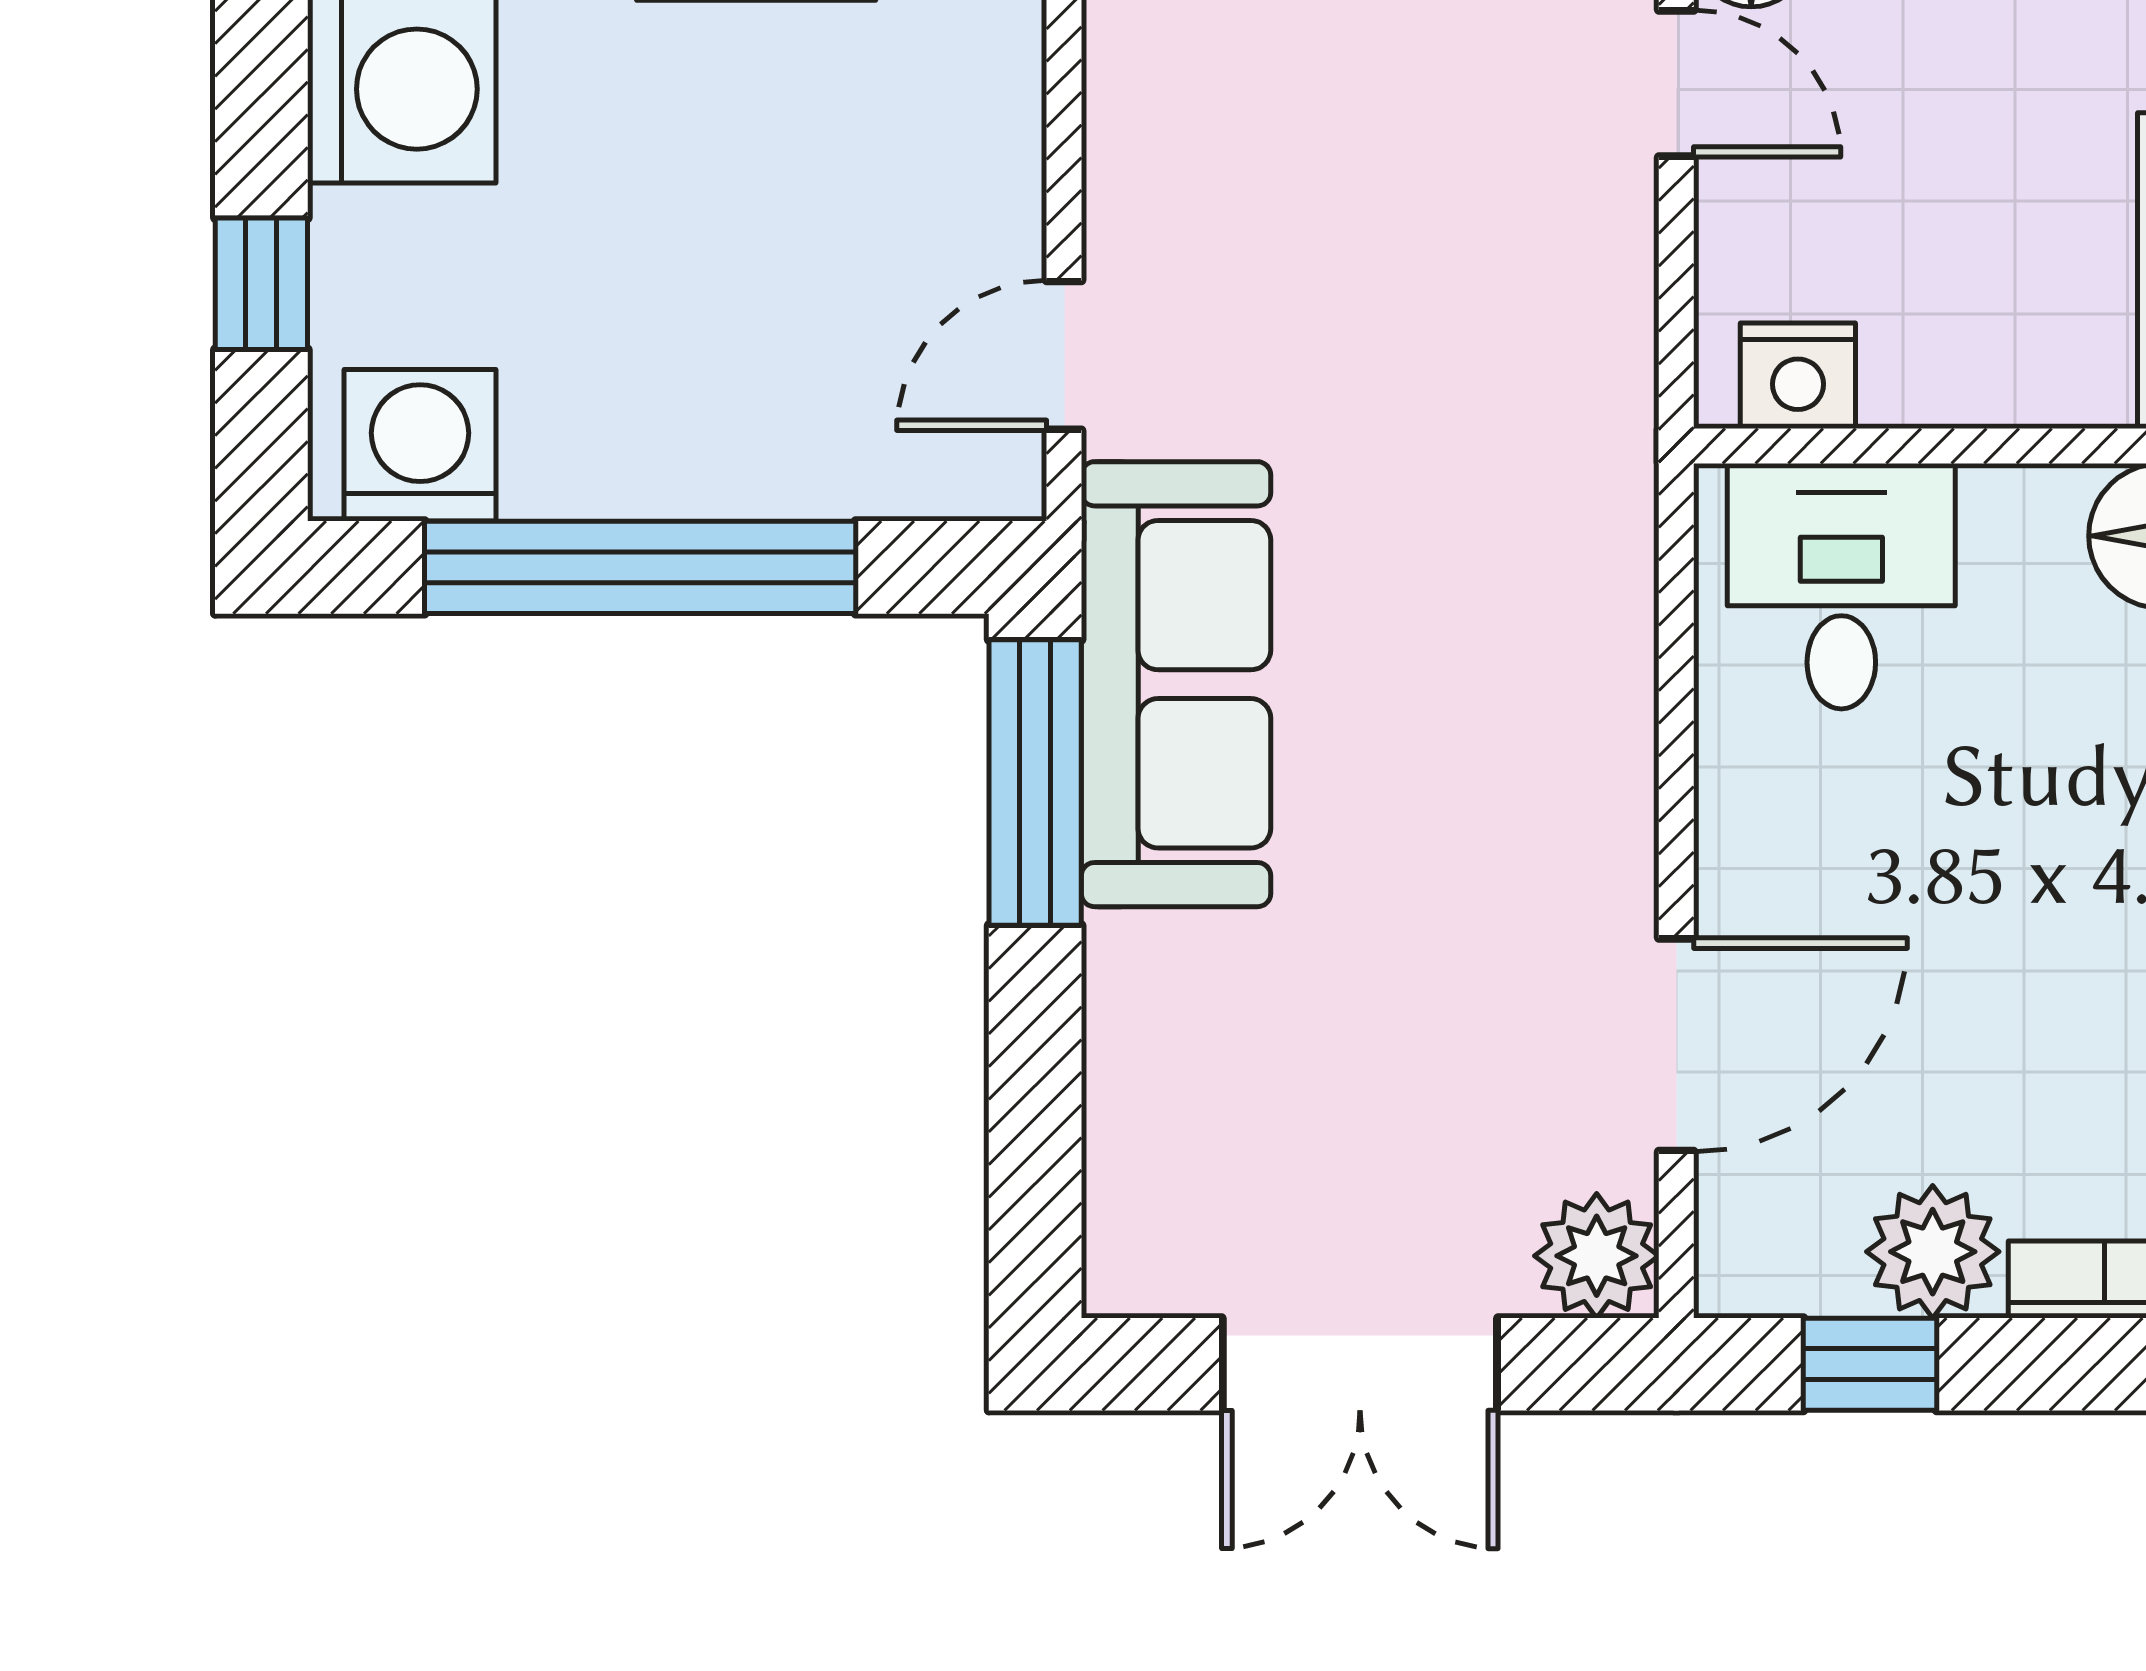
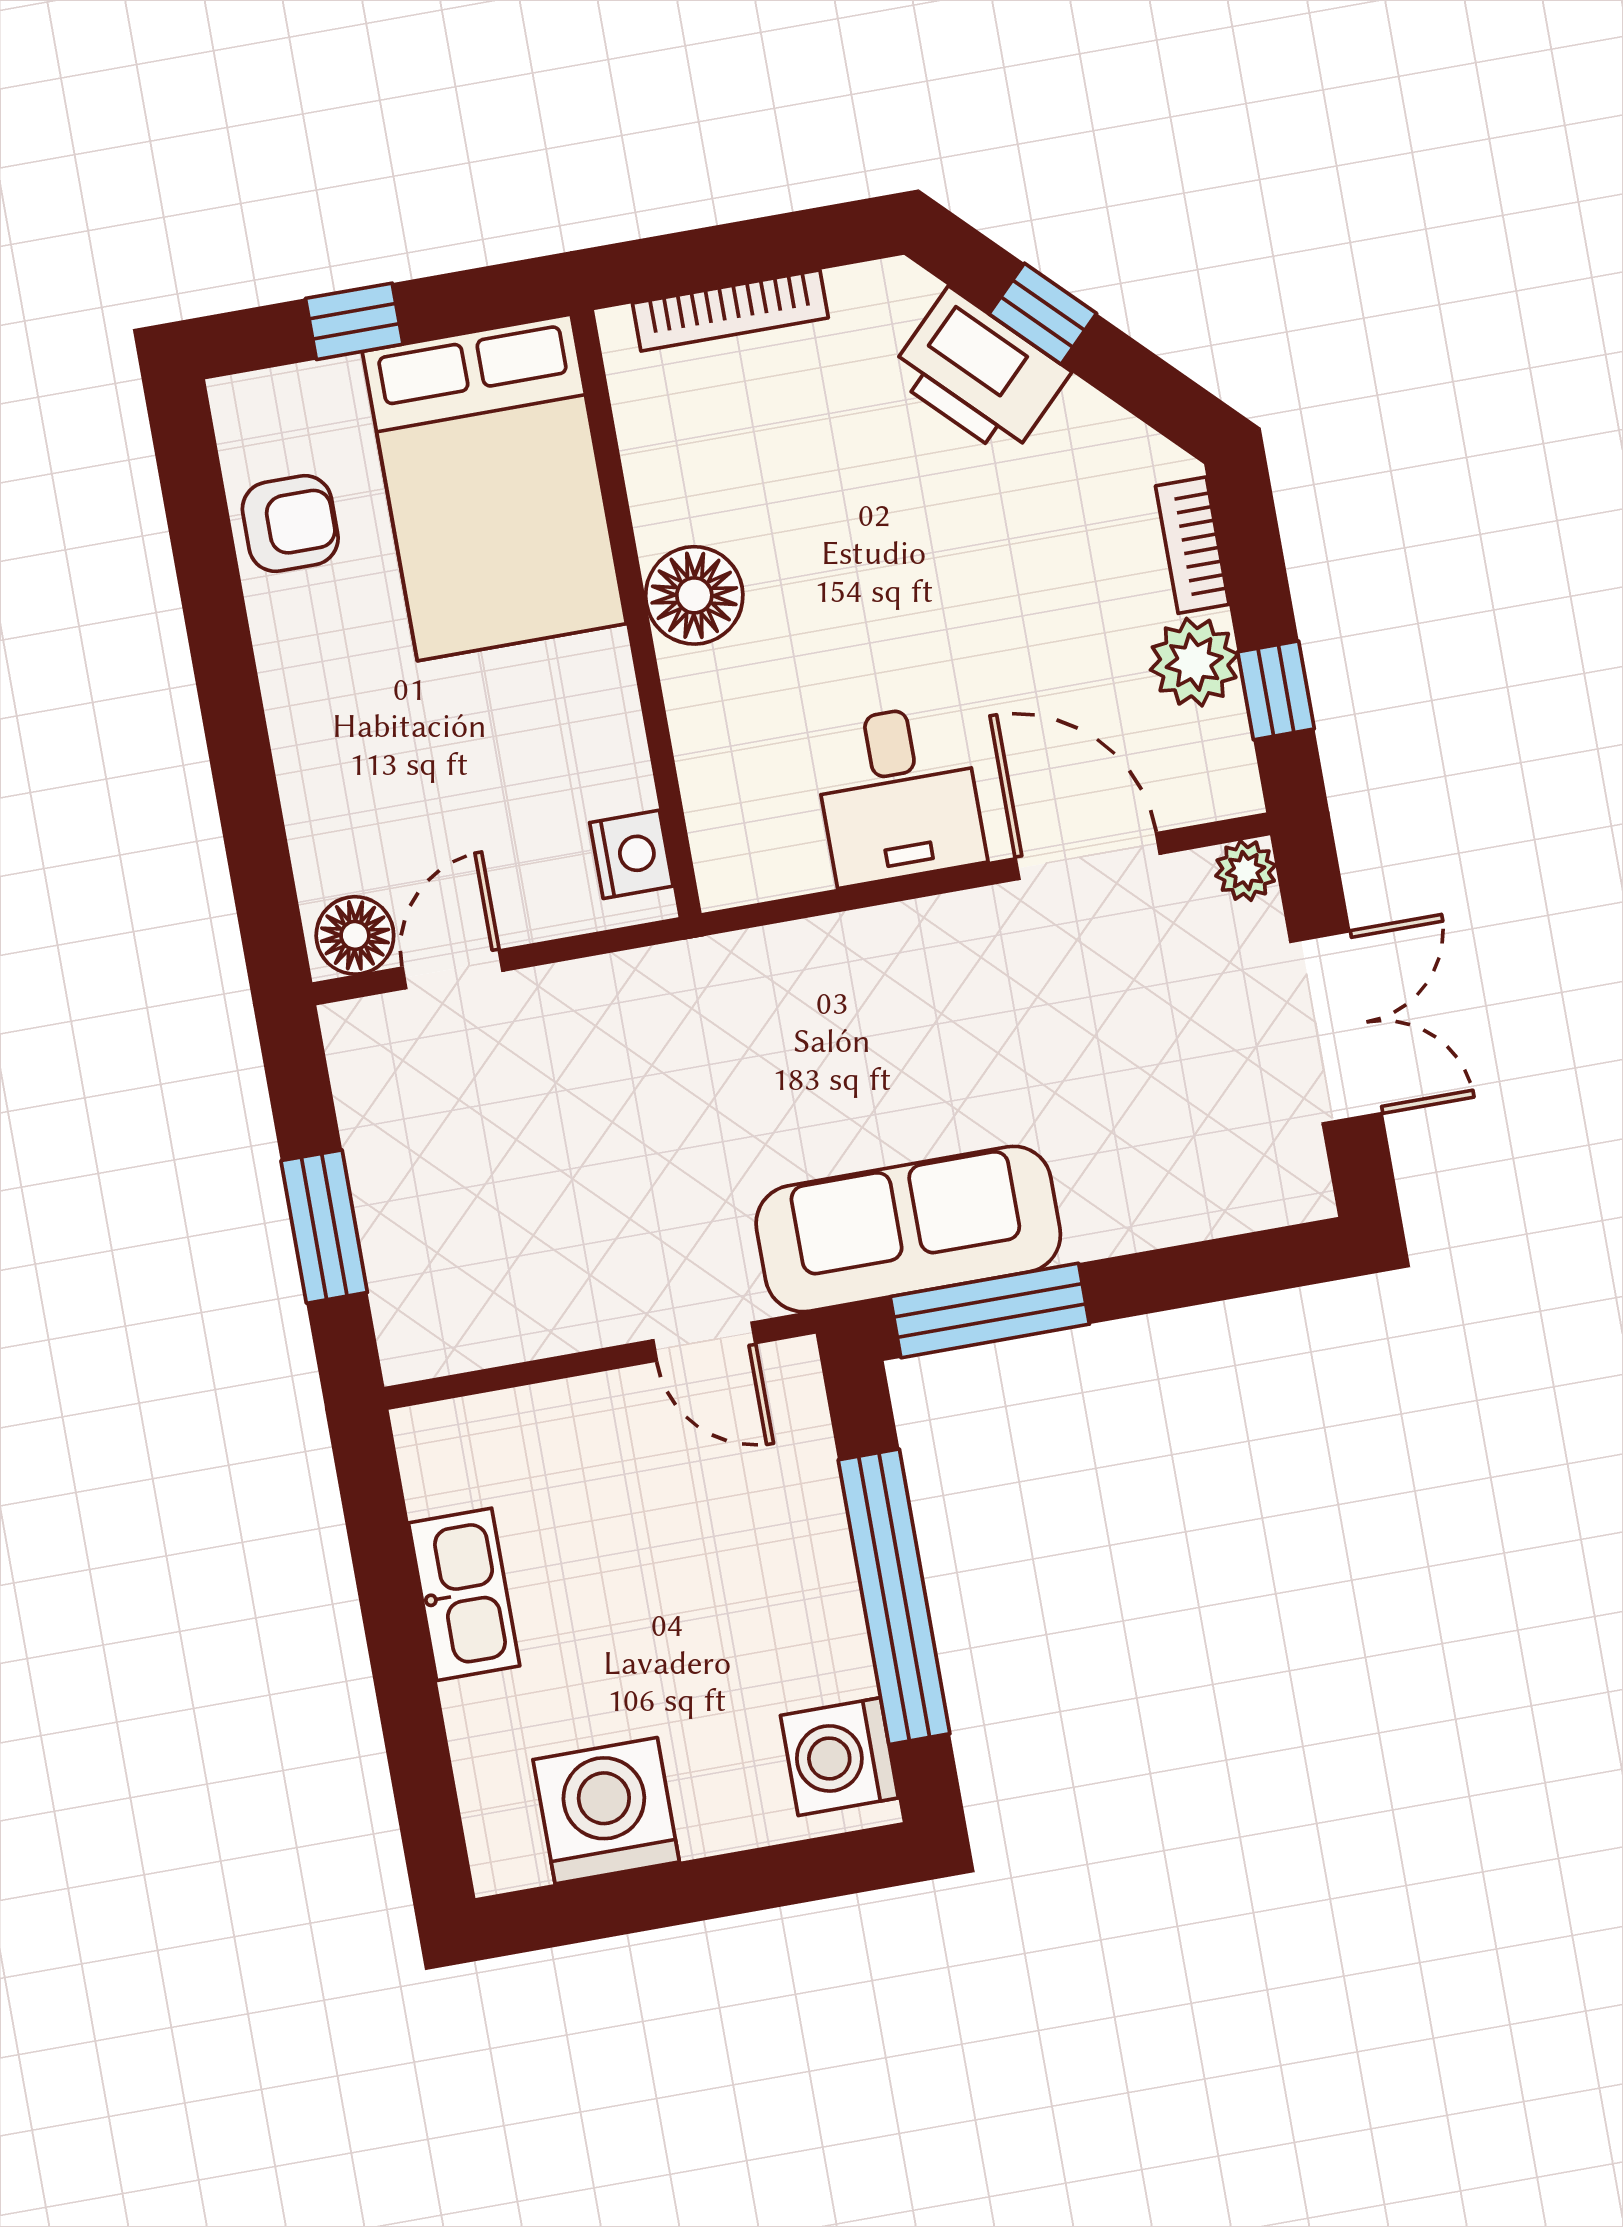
window: (261, 284) -> (751, 1881), removed
desk: (1841, 586) -> (898, 794), moved, turned -90
plant: (1597, 1256) -> (1246, 871), width x0.73, depth x0.73

